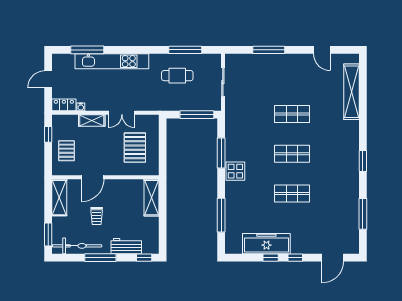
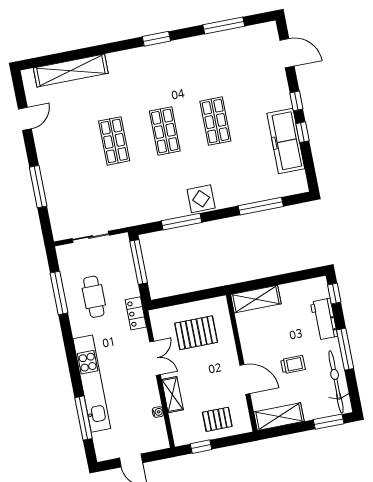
locker: (64, 105) -> (136, 313), moved

